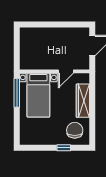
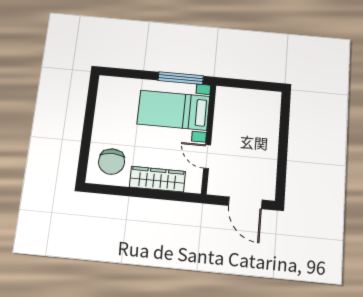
chair: (75, 130) -> (112, 162), turned 90
window: (64, 148) -> (86, 142), removed

